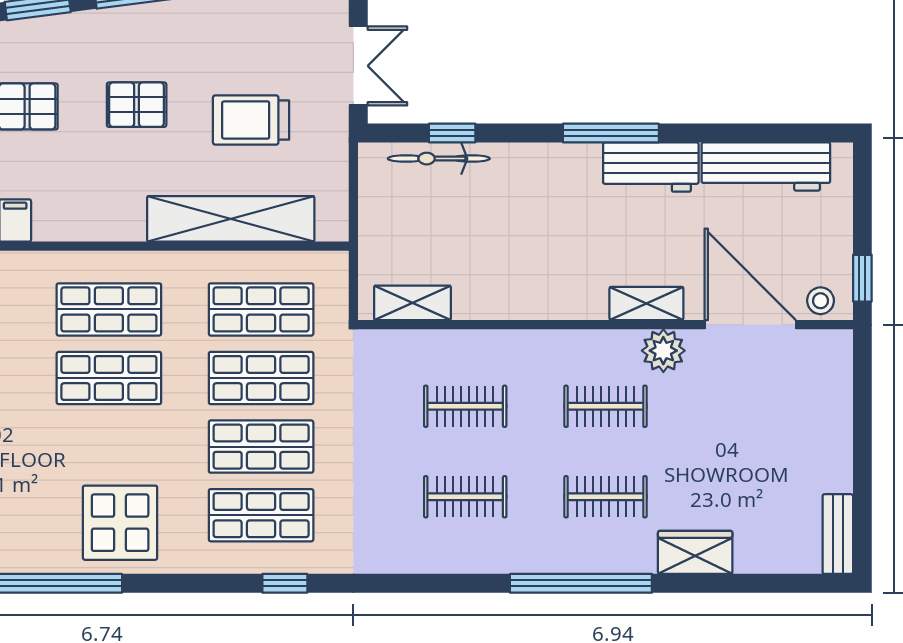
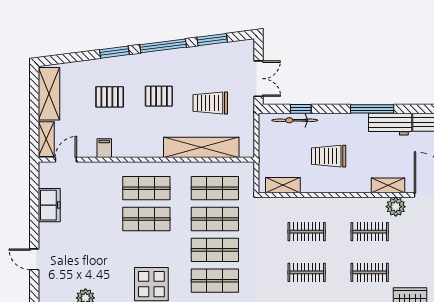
trolley: (514, 238) -> (329, 156), added

